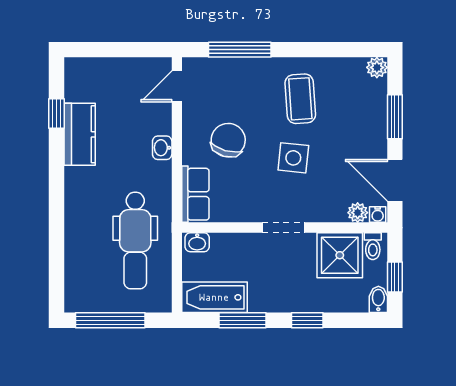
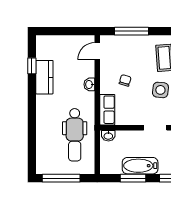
chair: (228, 140) -> (125, 80), width x0.54, depth x0.54
bathtub: (214, 297) -> (140, 166), moved

